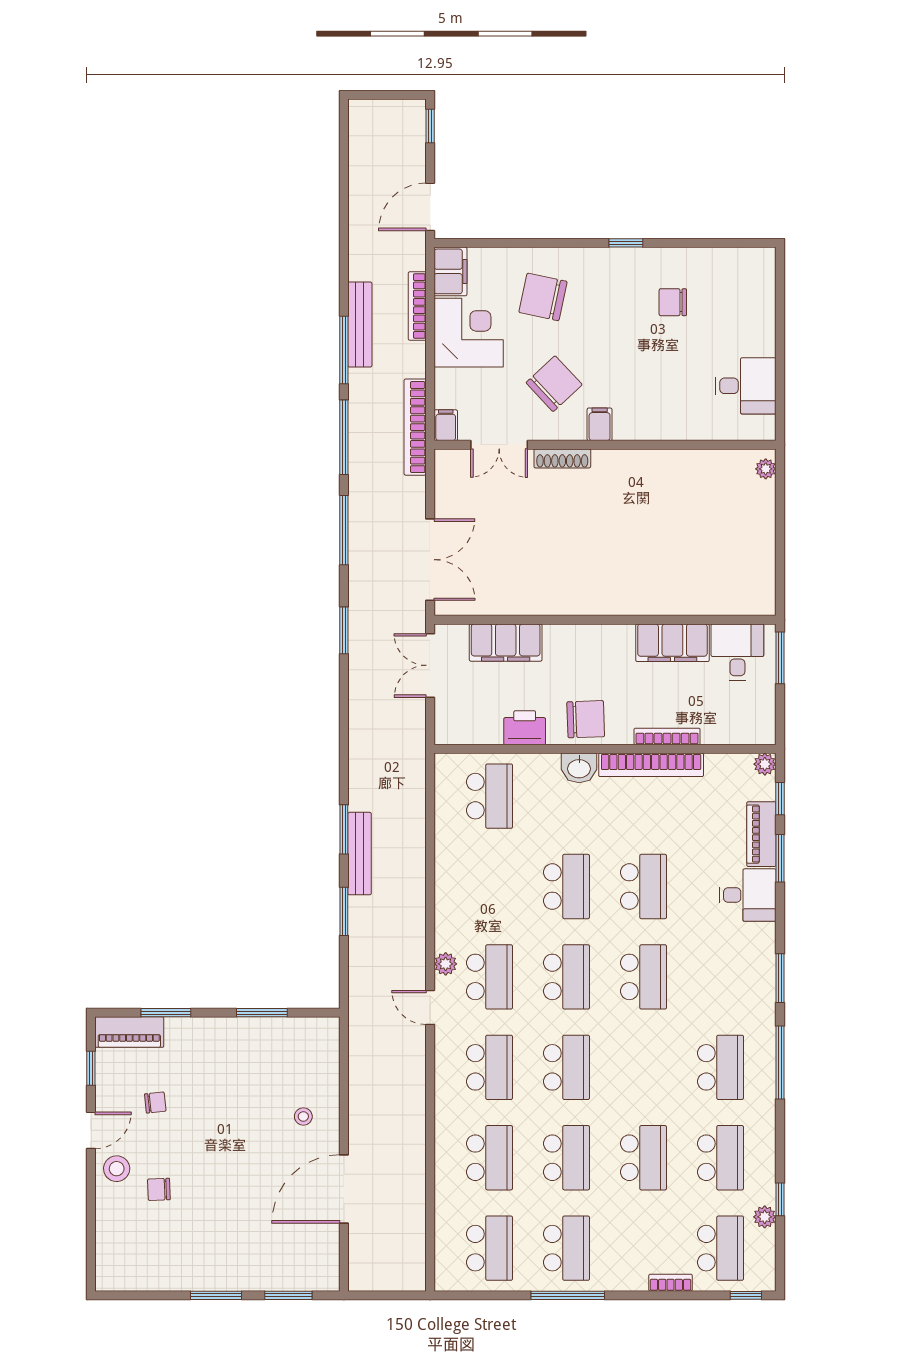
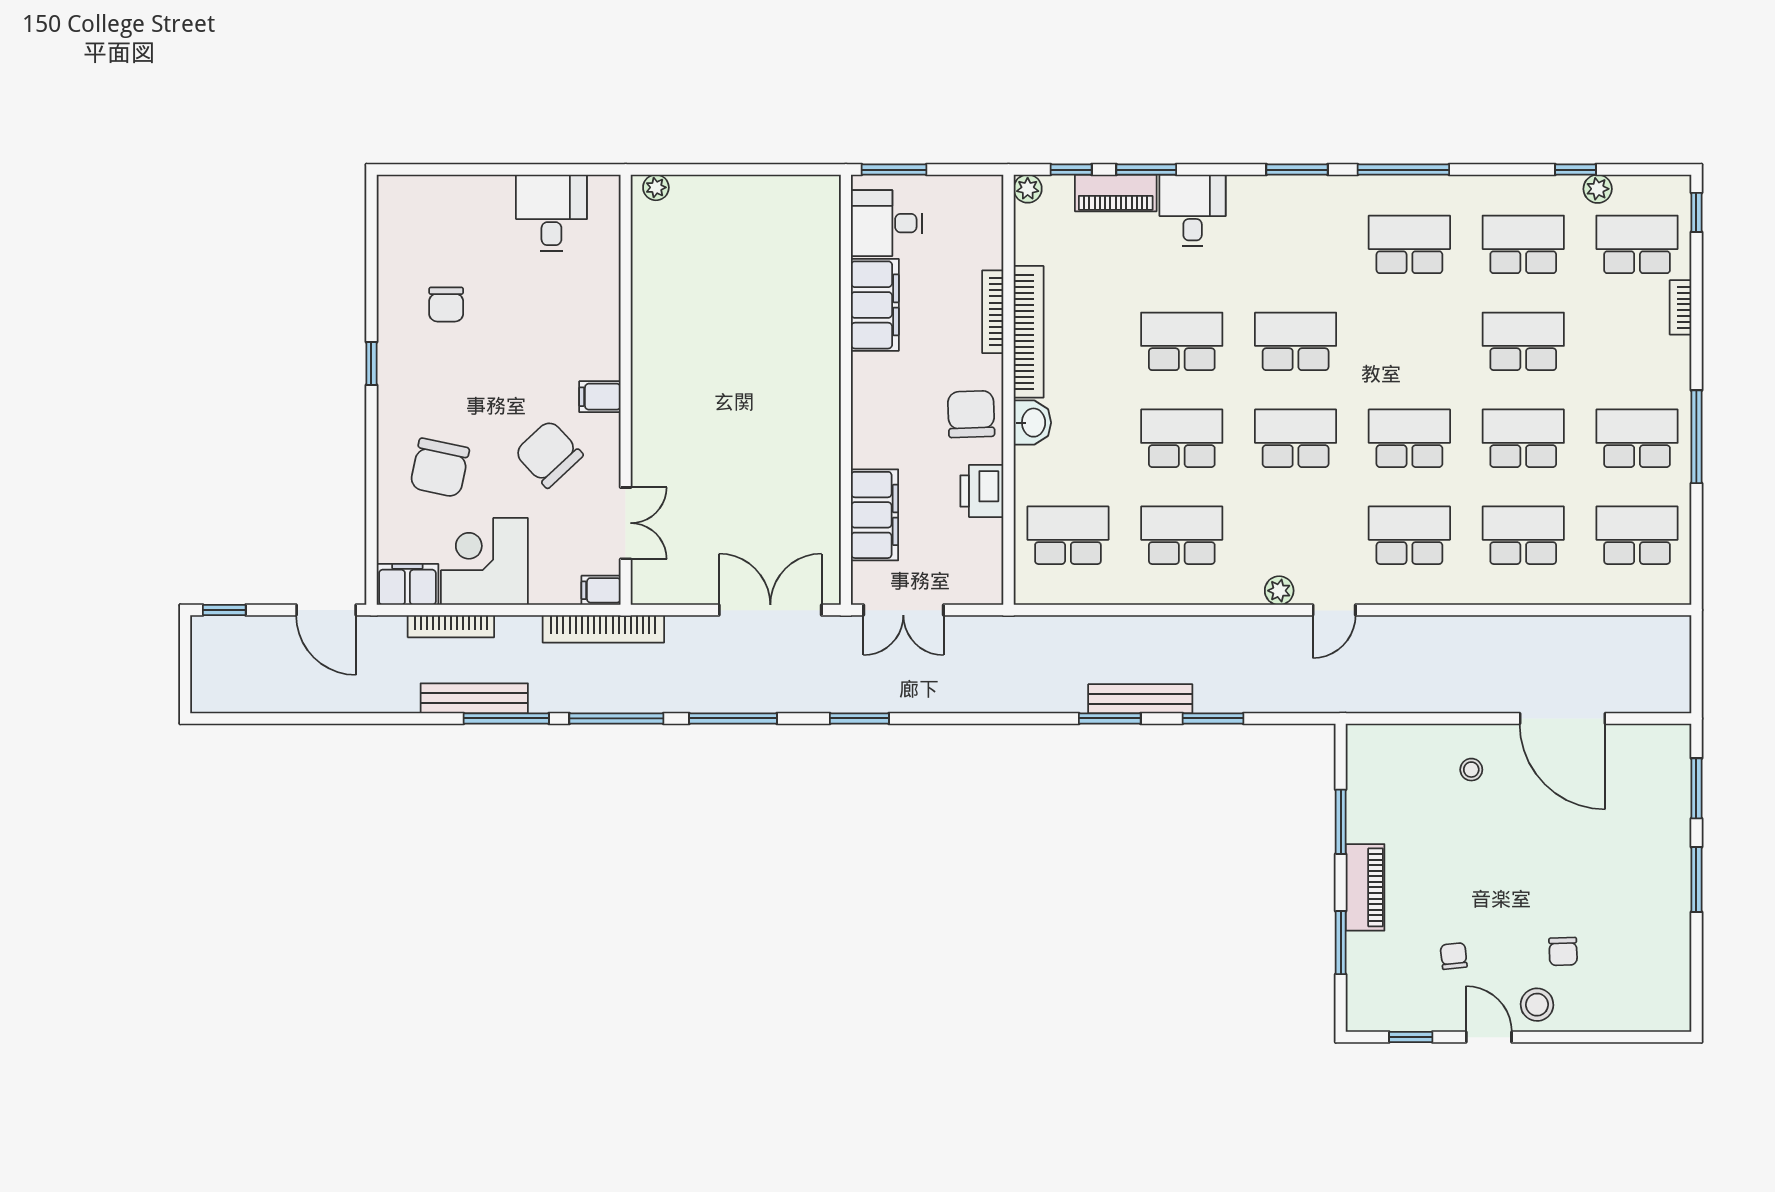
shoe rack: (562, 458) -> (643, 444), removed
school desk: (490, 977) -> (1182, 535), moved
piano: (129, 1032) -> (1365, 887), moved

